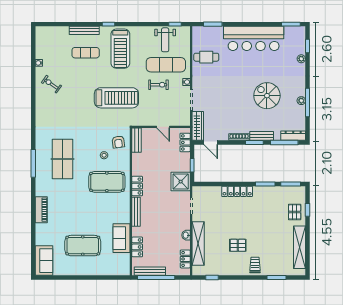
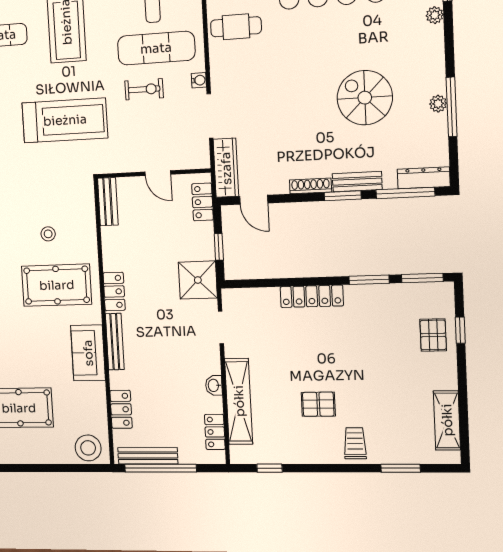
armchair: (118, 142) -> (73, 207), removed
sofa: (121, 238) -> (88, 353), moved
shelving: (300, 247) -> (447, 420), width x0.68
stool: (119, 267) -> (88, 448), added

